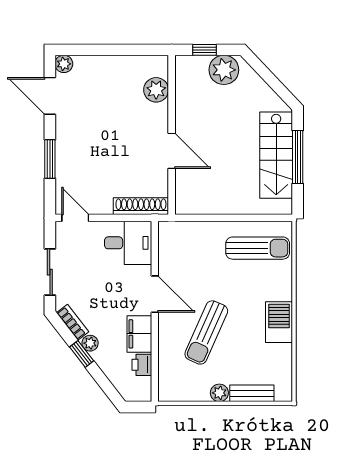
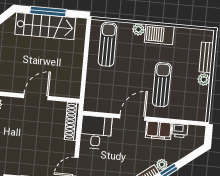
plant: (284, 291) -> (138, 29), added
sun lounger: (206, 332) -> (162, 85), turned -114

